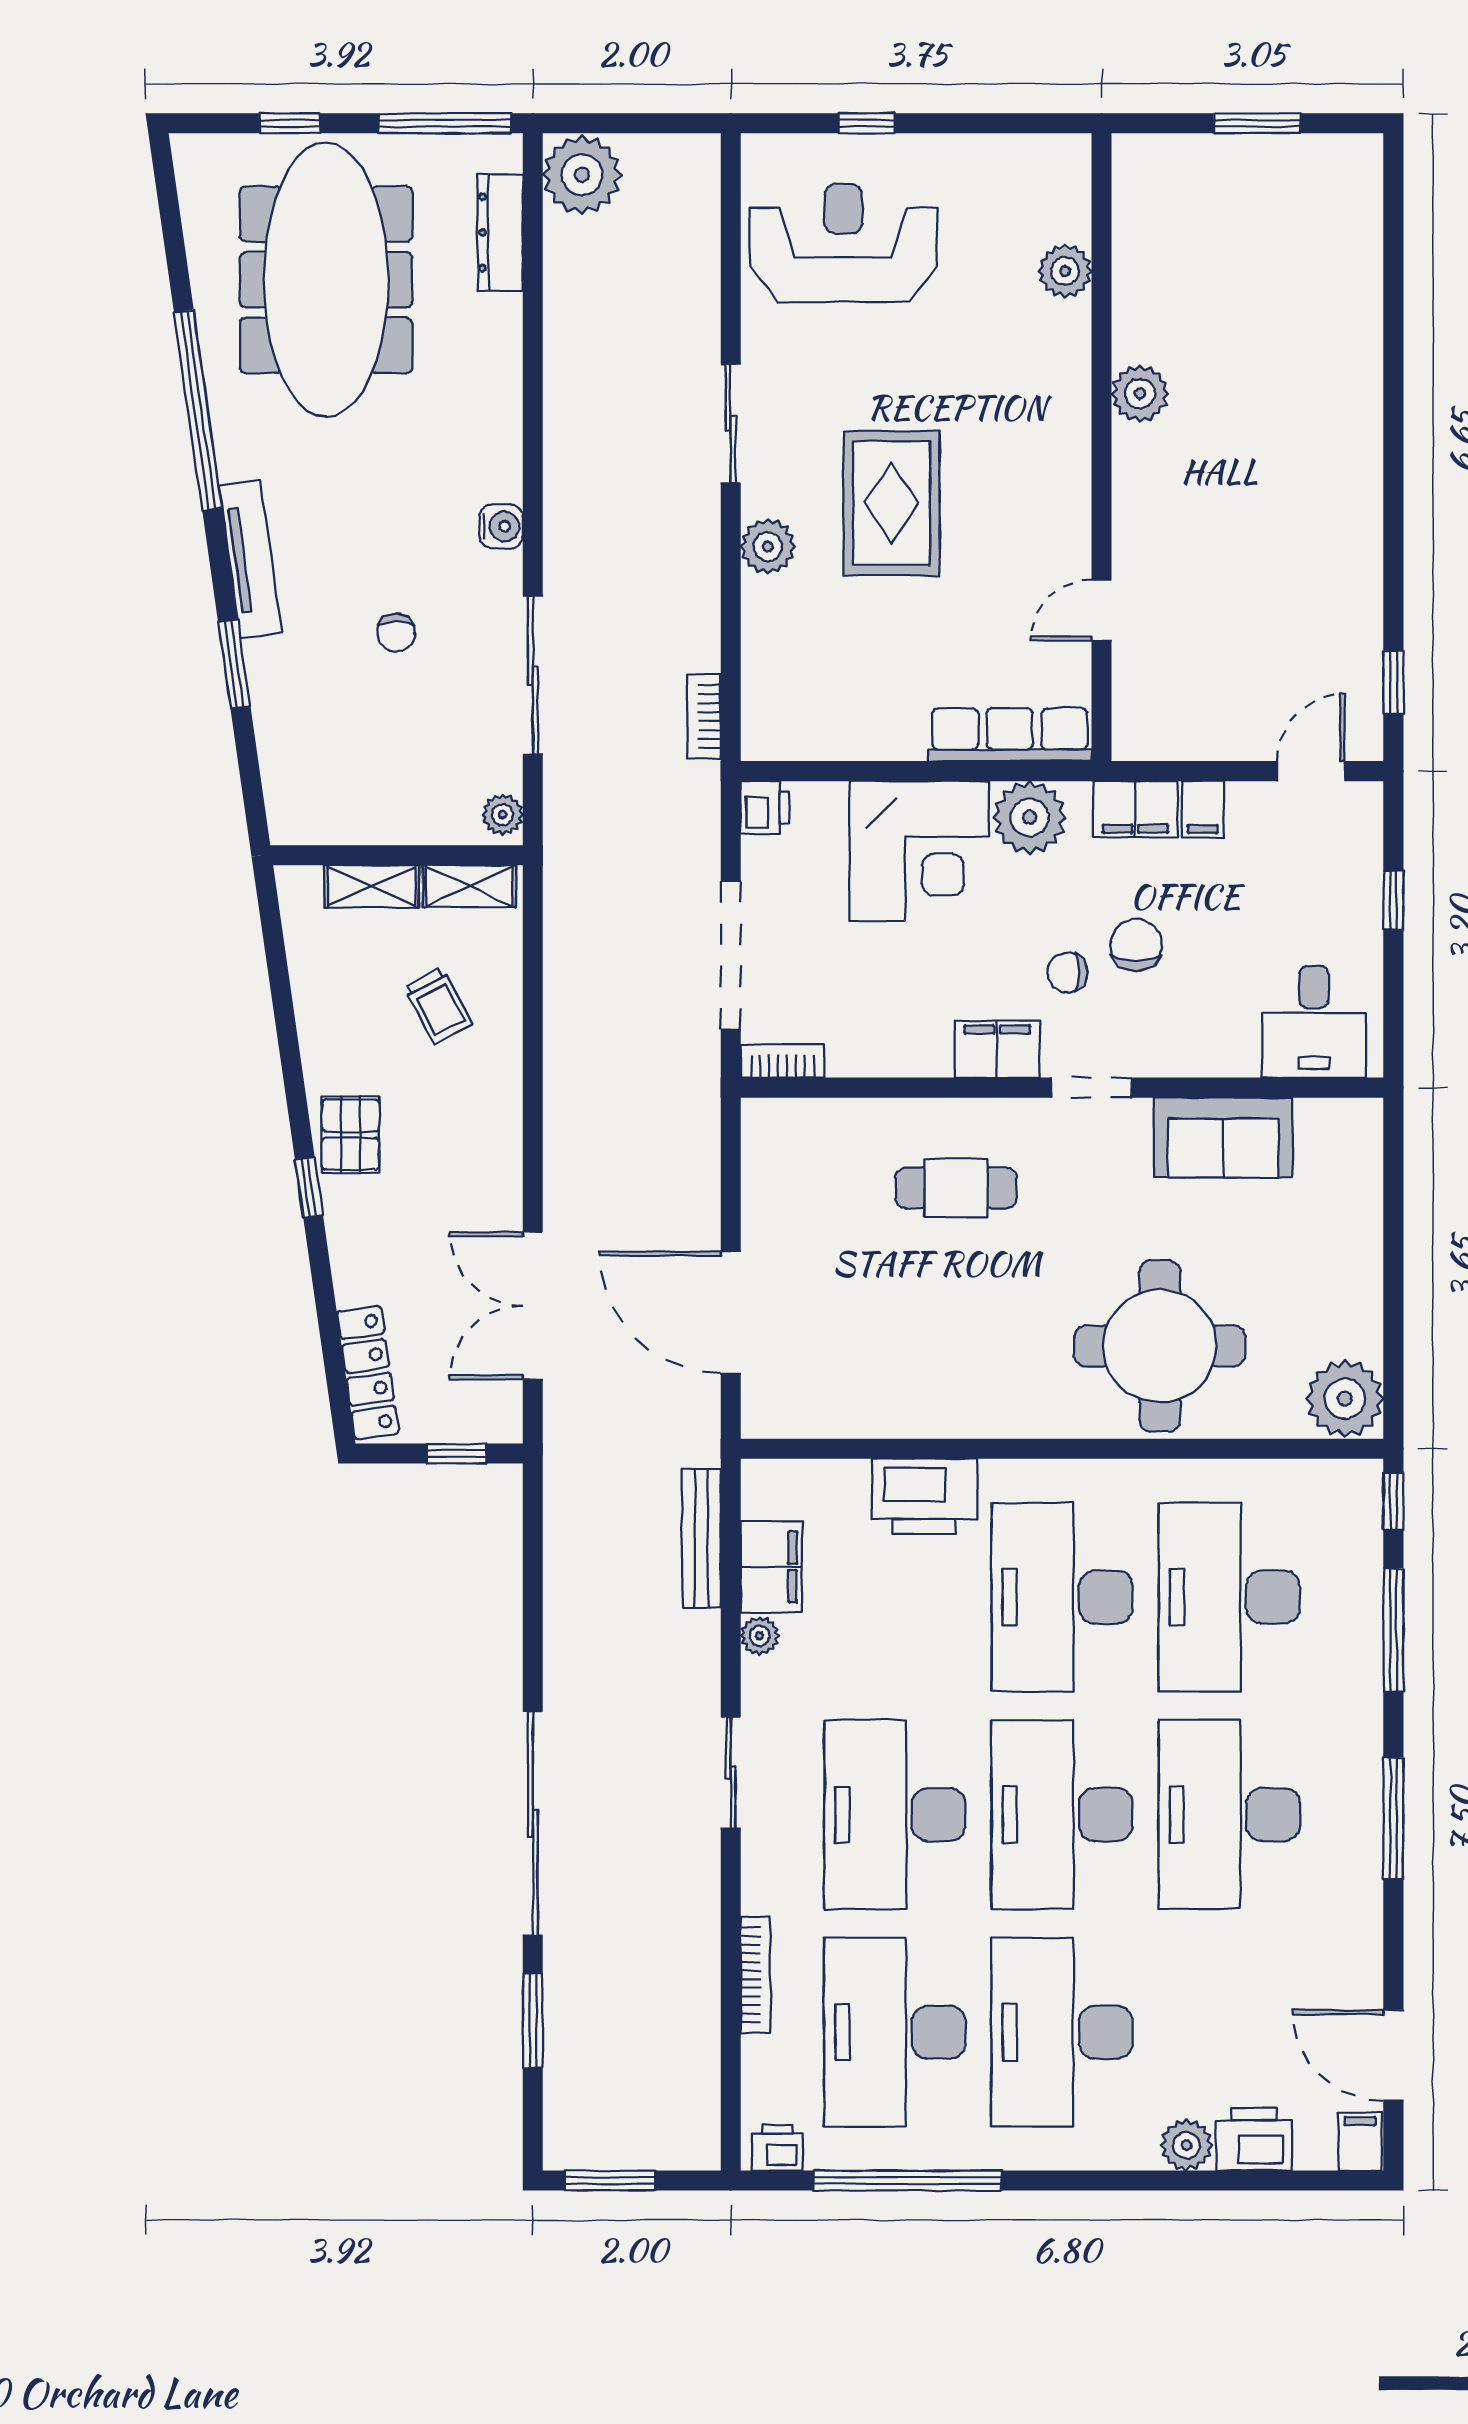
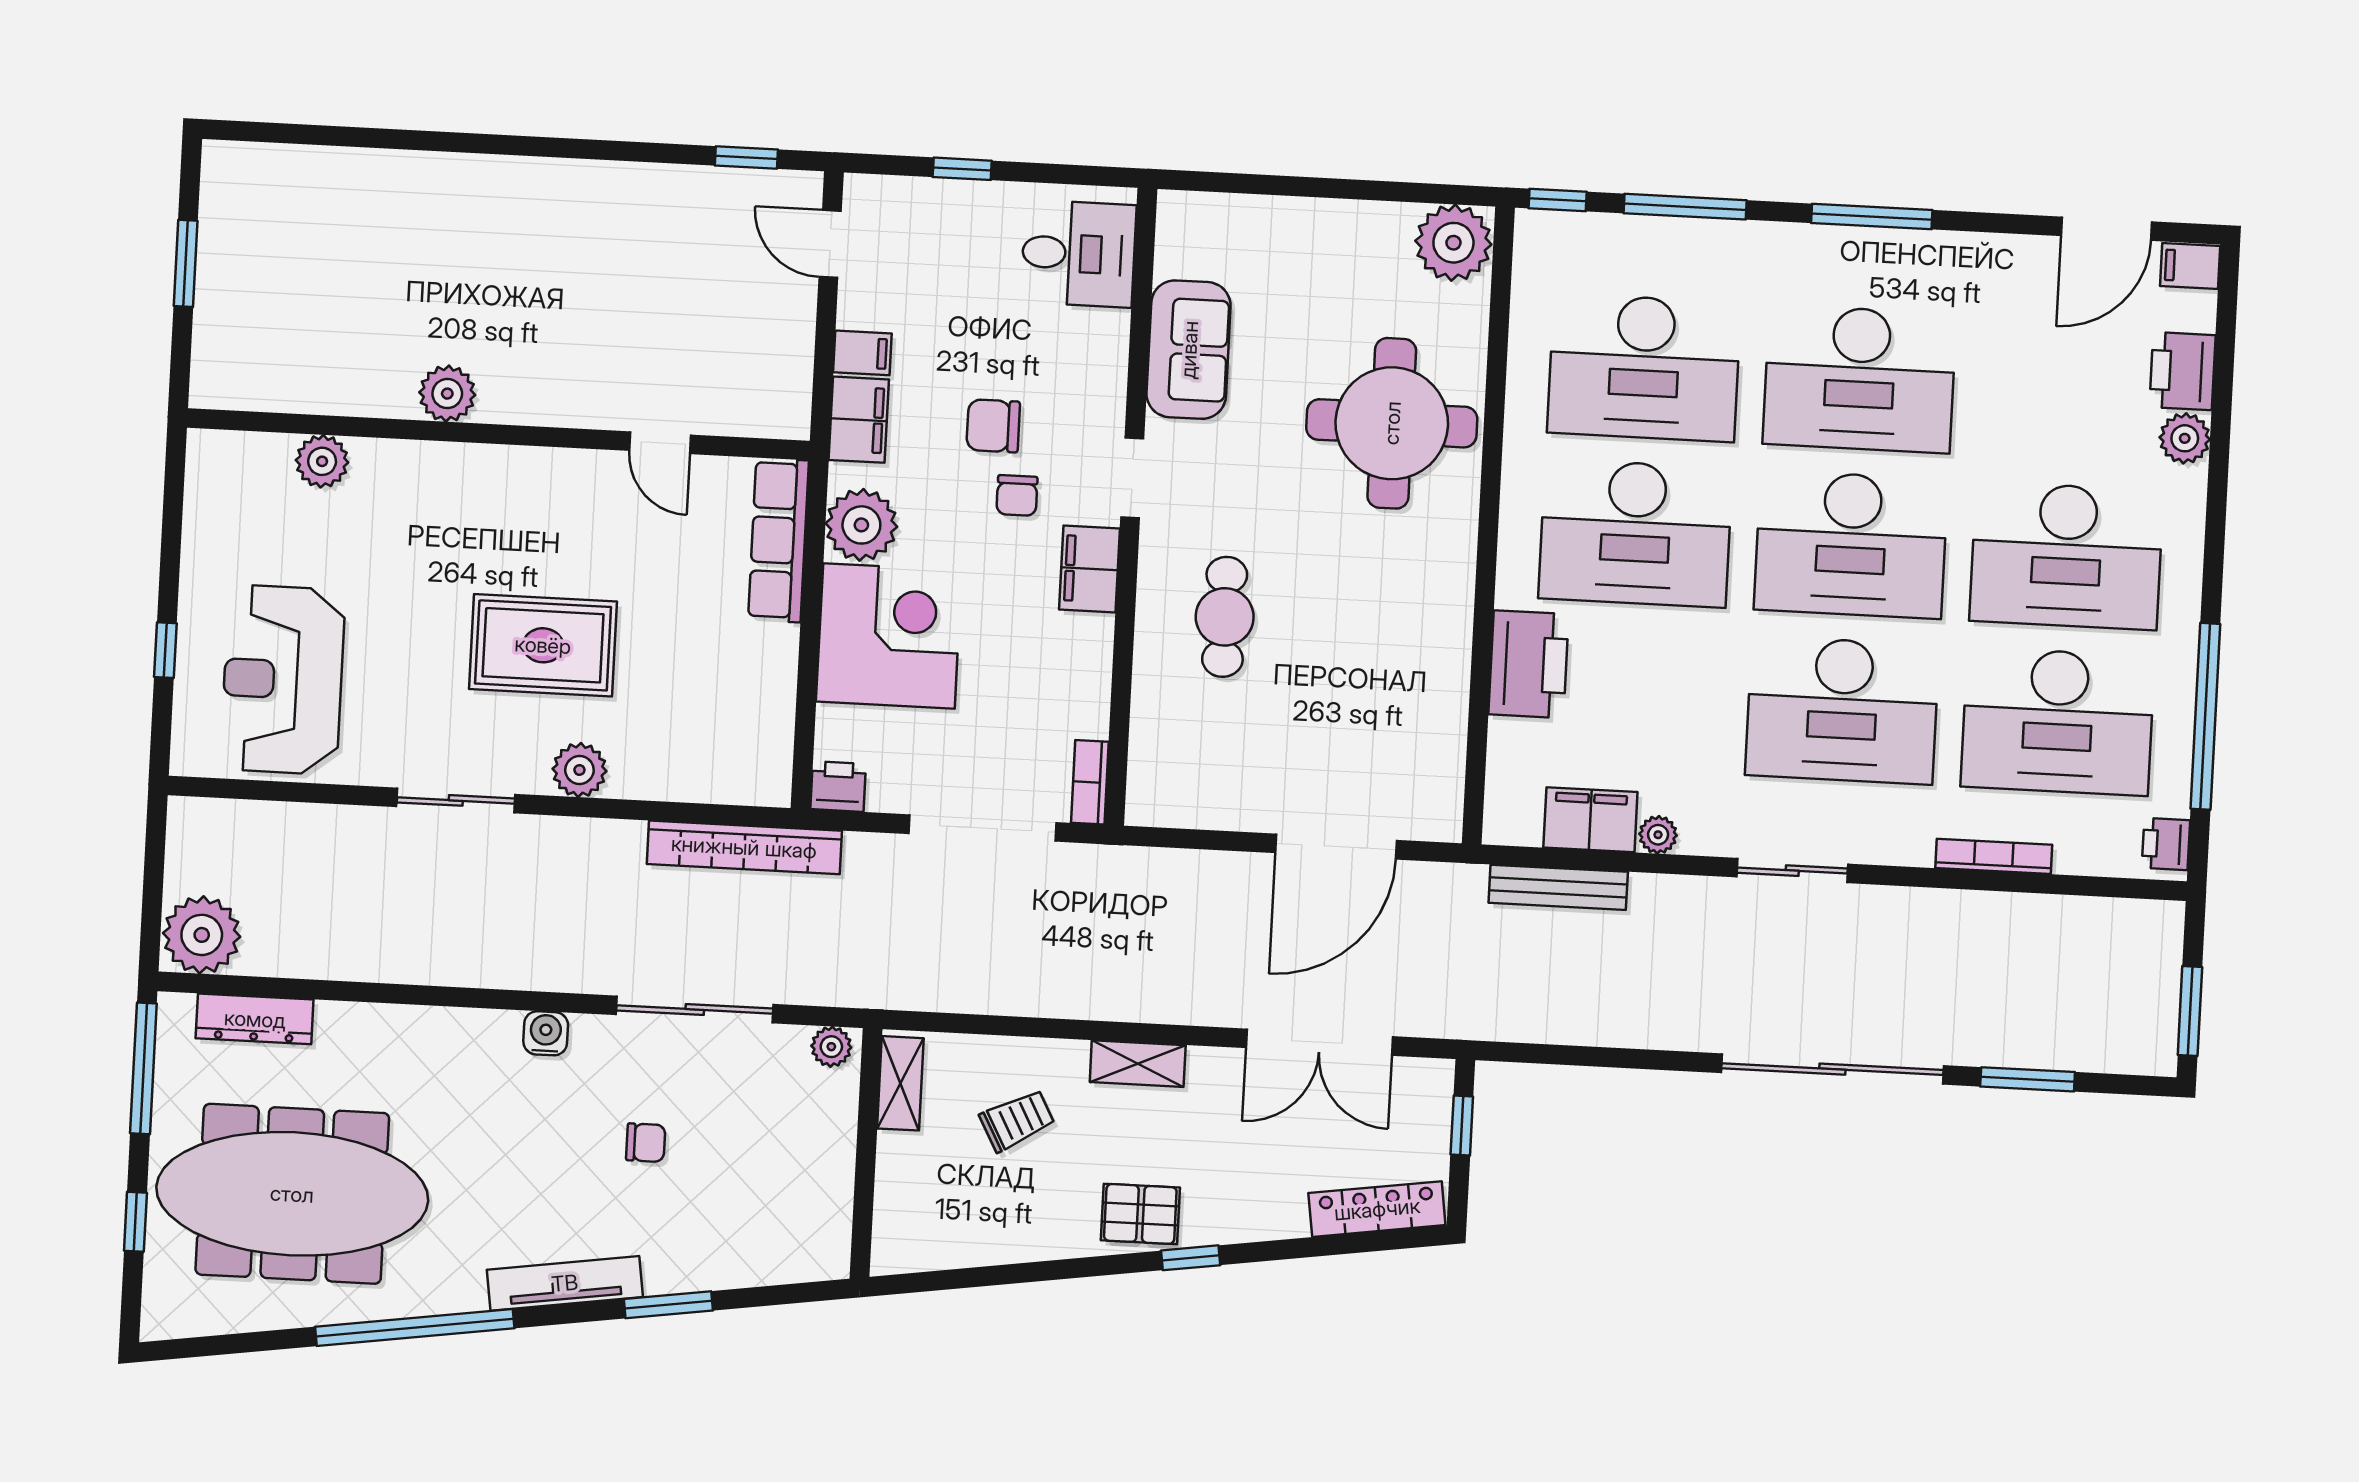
bookcase: (704, 717) -> (744, 847), width x2.31, depth x1.31
shelving: (371, 886) -> (1138, 1064), moved, turned 90

